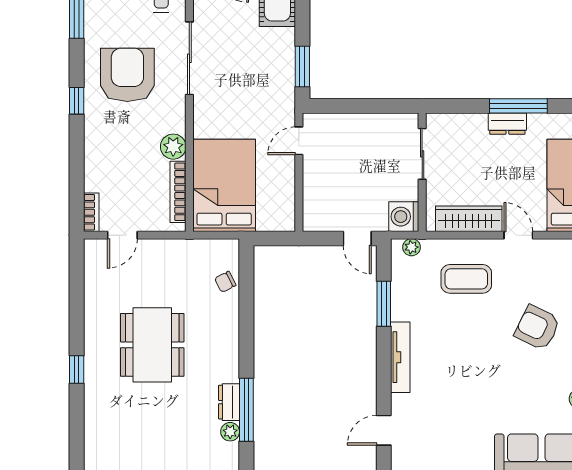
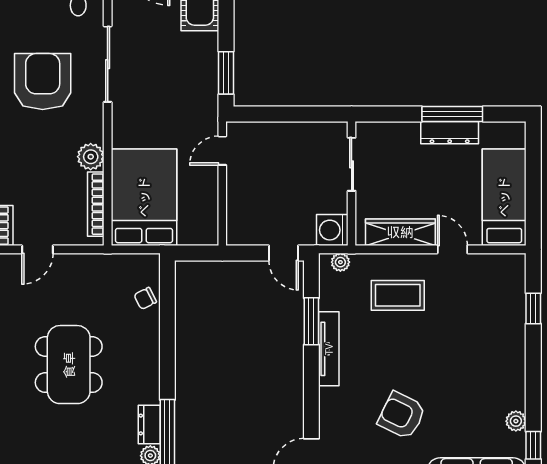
dresser: (507, 124) -> (450, 133), width x1.44
armchair: (537, 328) -> (402, 415), moved
tv unit: (400, 357) -> (329, 349), moved

